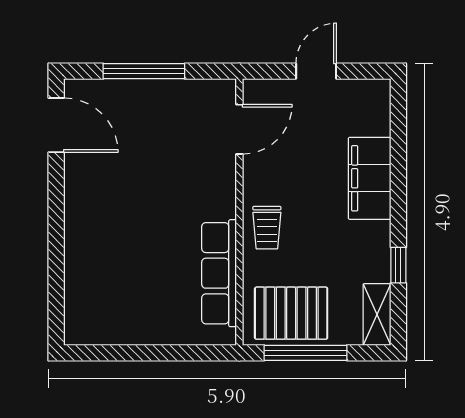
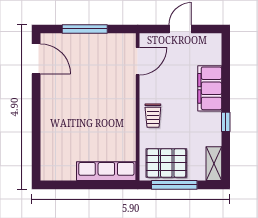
window: (398, 265) -> (226, 122), moved
row of seats: (219, 273) -> (106, 171), moved, turned 90

